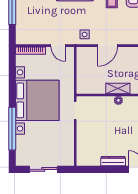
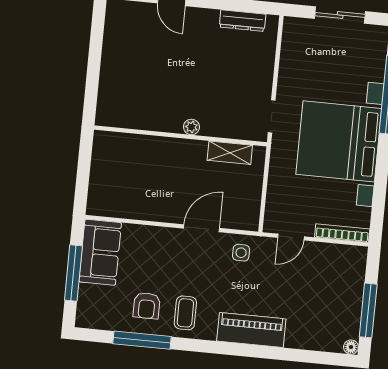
door: (58, 46) -> (291, 237), swing flipped
shelving: (118, 88) -> (230, 153), moved
dresser: (113, 161) -> (243, 21), moved

